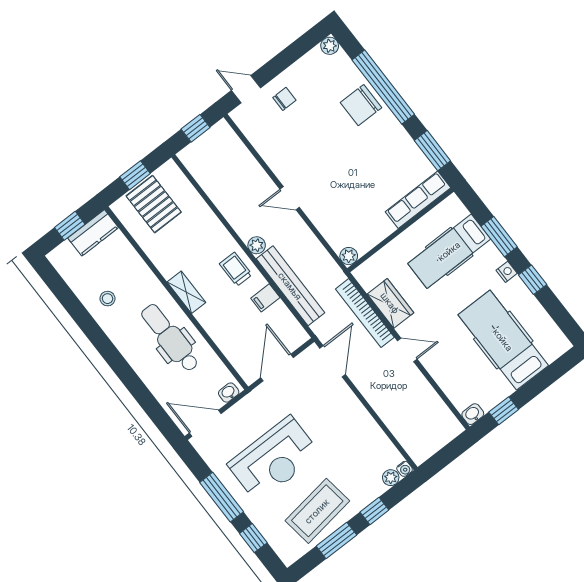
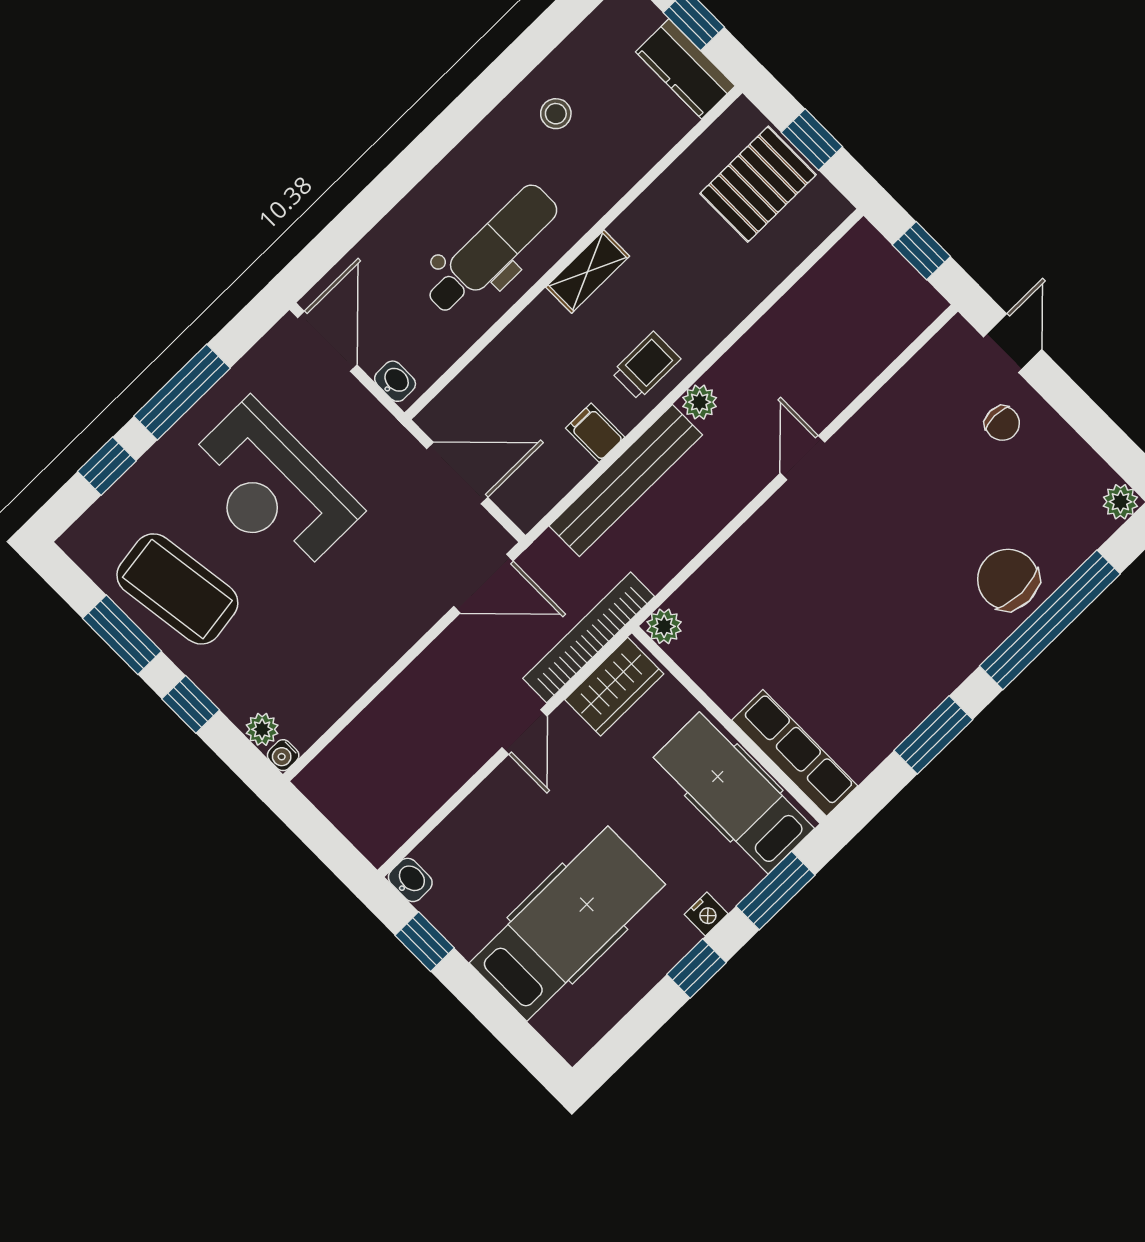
row of seats: (418, 200) -> (795, 753), moved
wall: (401, 230) -> (729, 725), moved
plant: (349, 256) -> (664, 626), moved

